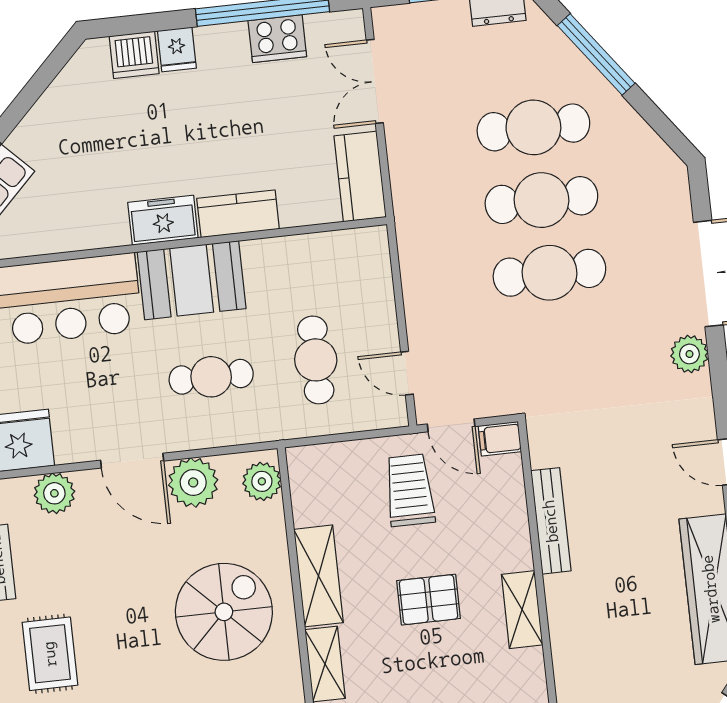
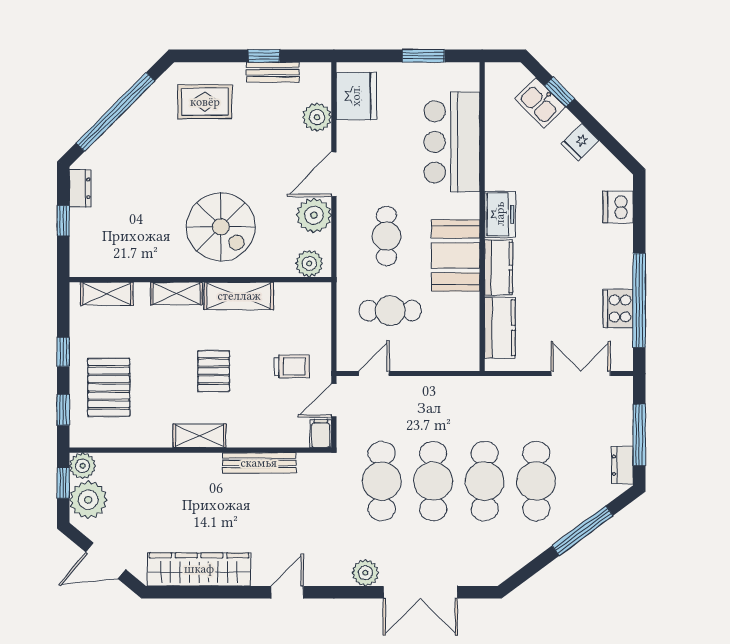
fridge: (177, 49) -> (580, 142), moved, turned -45
kitchen counter: (360, 177) -> (500, 328), moved, turned 90
booth: (192, 280) -> (456, 255), moved
cafe table: (558, 345) -> (382, 481), added
trolley: (410, 490) -> (292, 366), width x0.73, depth x0.72

